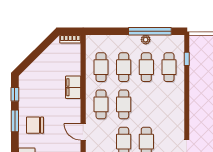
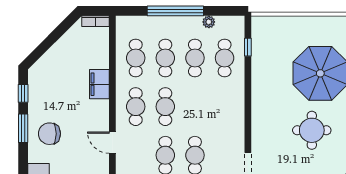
window: (150, 31) -> (175, 11), moved
plant: (146, 40) -> (209, 22), moved

